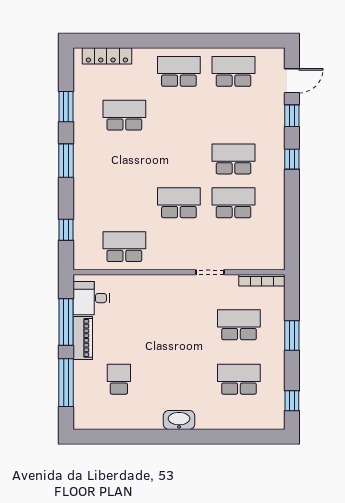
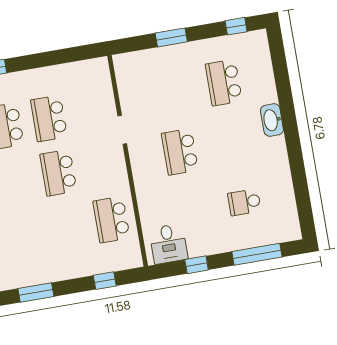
bookcase: (262, 280) -> (121, 77), removed
window: (66, 322) -> (197, 265), width x0.46
school desk: (239, 325) -> (180, 152), moved
piano: (83, 338) -> (210, 245), removed
washbasin: (179, 420) -> (272, 120), moved

